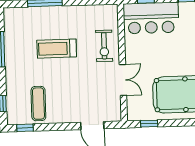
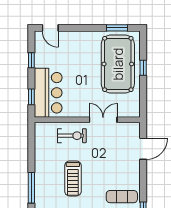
window: (149, 124) -> (143, 68), moved

